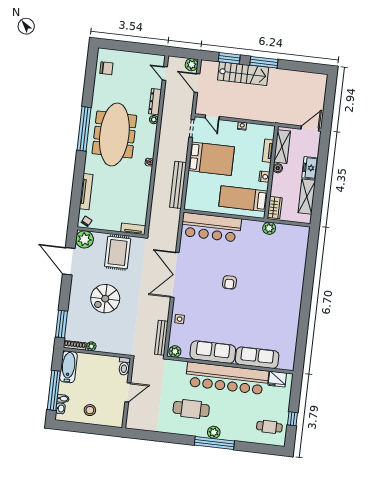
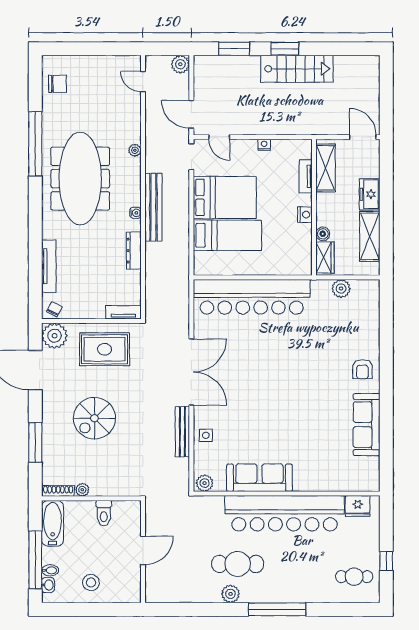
window: (264, 62) -> (285, 49), width x0.69
stairs: (243, 74) -> (297, 69), moved
door: (197, 83) -> (191, 114), moved
dresser: (155, 102) -> (134, 251), moved
window: (84, 129) -> (35, 144), moved
door: (310, 129) -> (363, 137), hinge flipped
boiler: (278, 168) -> (323, 234), moved
bench: (178, 185) -> (153, 207), moved
bed: (243, 199) -> (227, 235), moved, turned 180
bar counter: (211, 227) -> (252, 297), width x1.36
plant: (269, 228) -> (341, 289), moved
rug: (118, 253) -> (105, 349), turned 90
double door: (175, 275) -> (191, 372), swing flipped
armchair: (229, 282) -> (362, 369), moved
window: (61, 324) -> (35, 442), moved
bench: (161, 338) -> (182, 432), moved
sofa: (257, 358) -> (367, 425), moved, turned -90
toilet: (124, 366) -> (104, 513), moved
plant: (214, 432) -> (230, 594), moved

